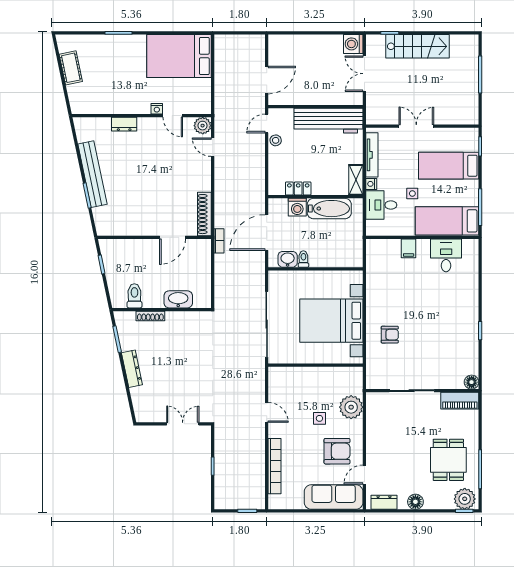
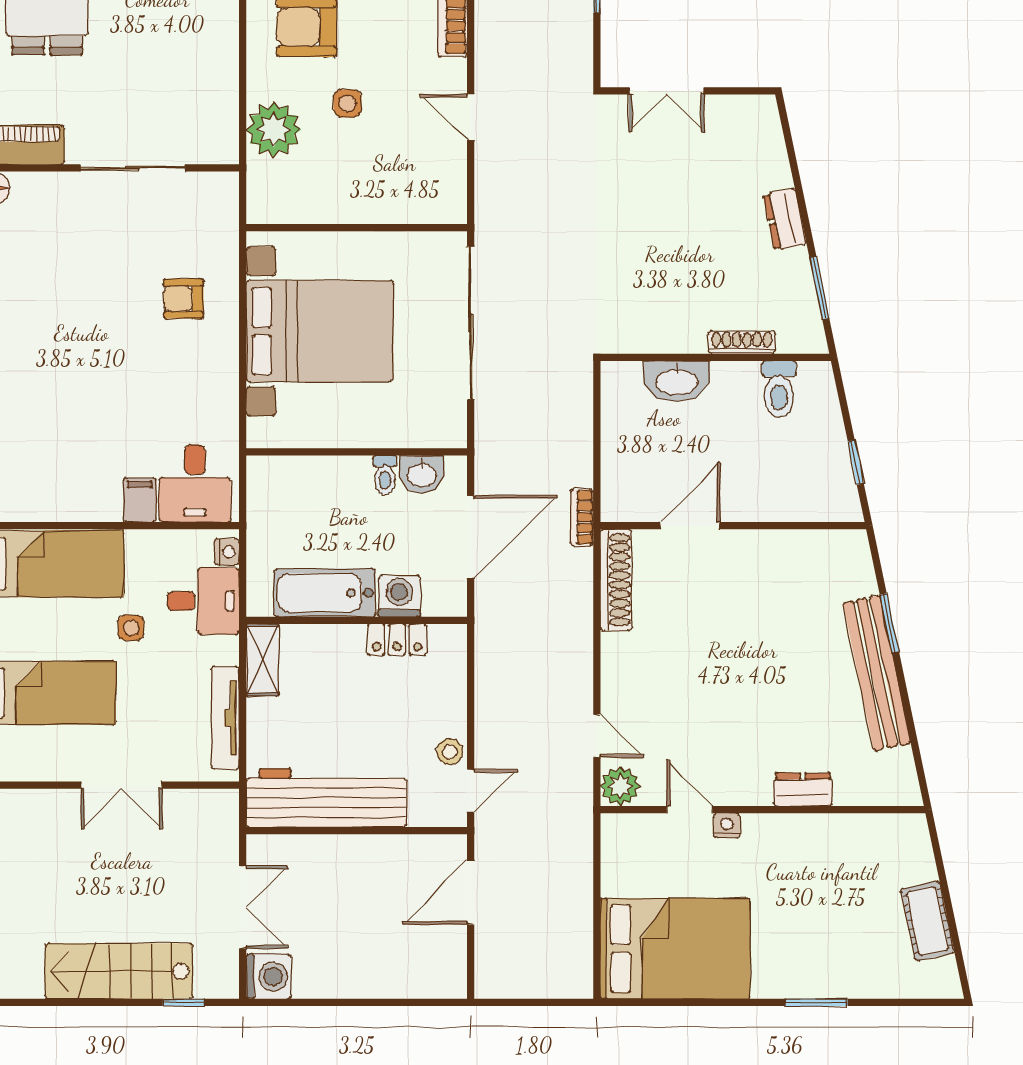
nightstand: (371, 184) -> (227, 552), moved
desk: (446, 255) -> (195, 484), moved
dresser: (132, 369) -> (785, 219), width x0.70

